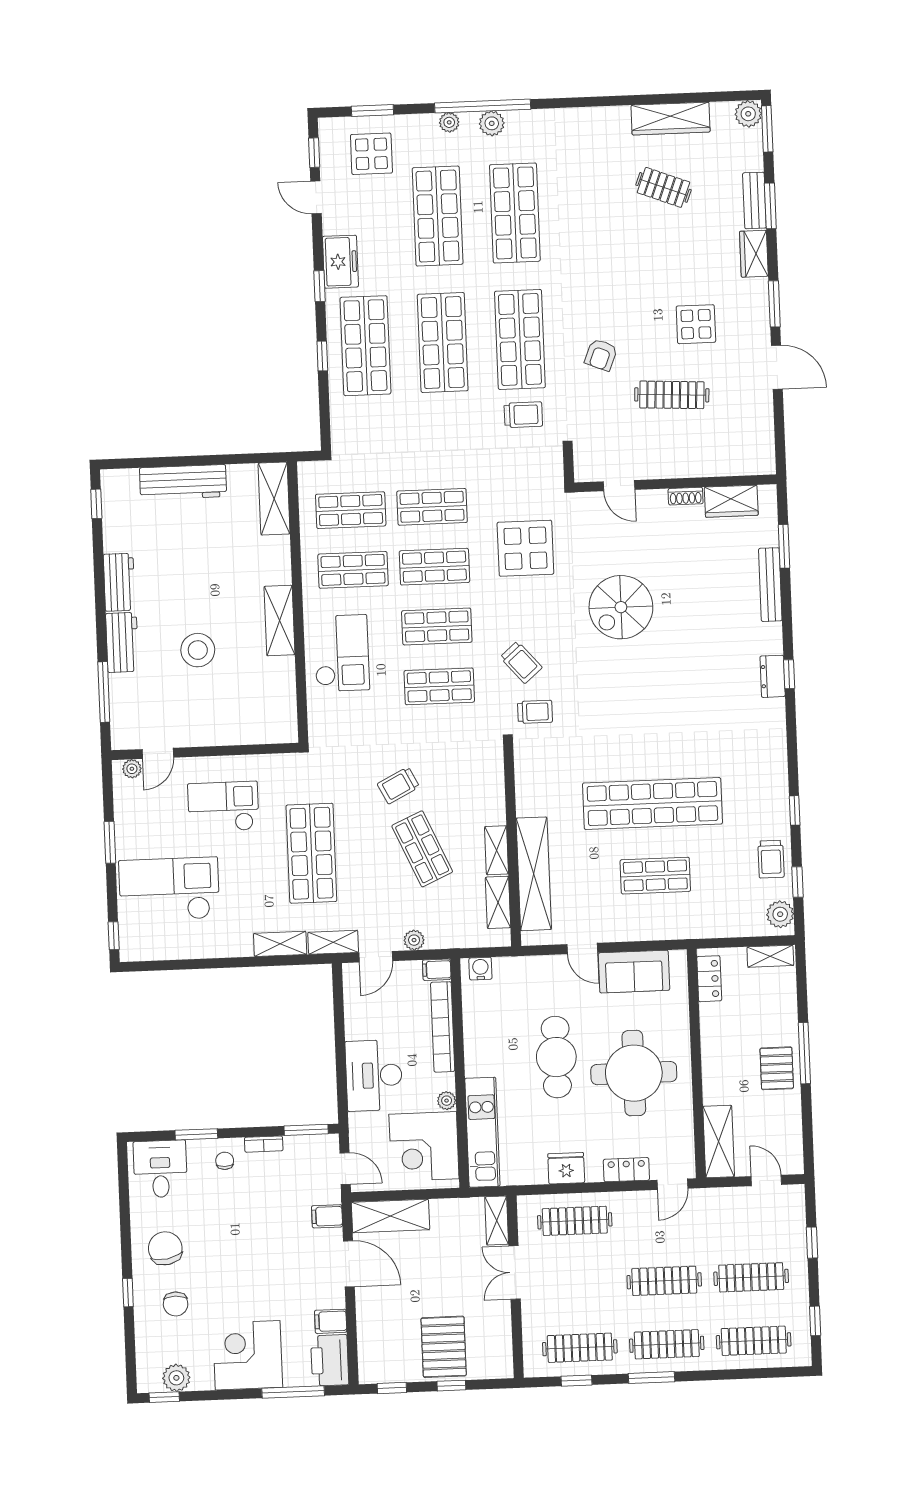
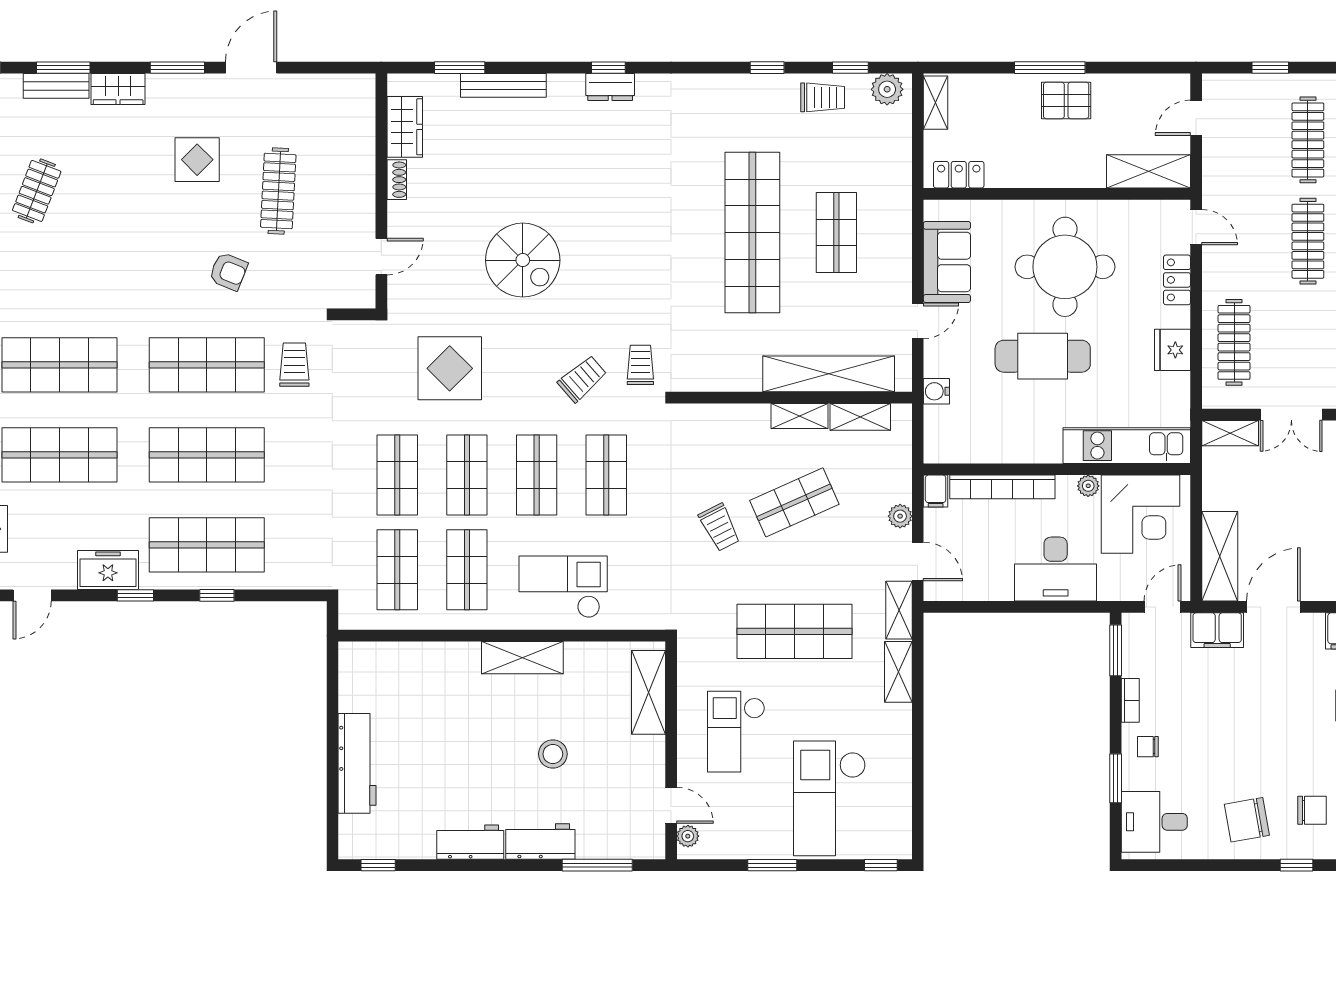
shelving: (274, 499) -> (648, 692), moved, turned 90
stool: (198, 650) -> (553, 754), width x0.73, depth x0.73
water cooler: (480, 969) -> (936, 391), moved
filing cabinet: (327, 1216) -> (1217, 630), width x2.00

